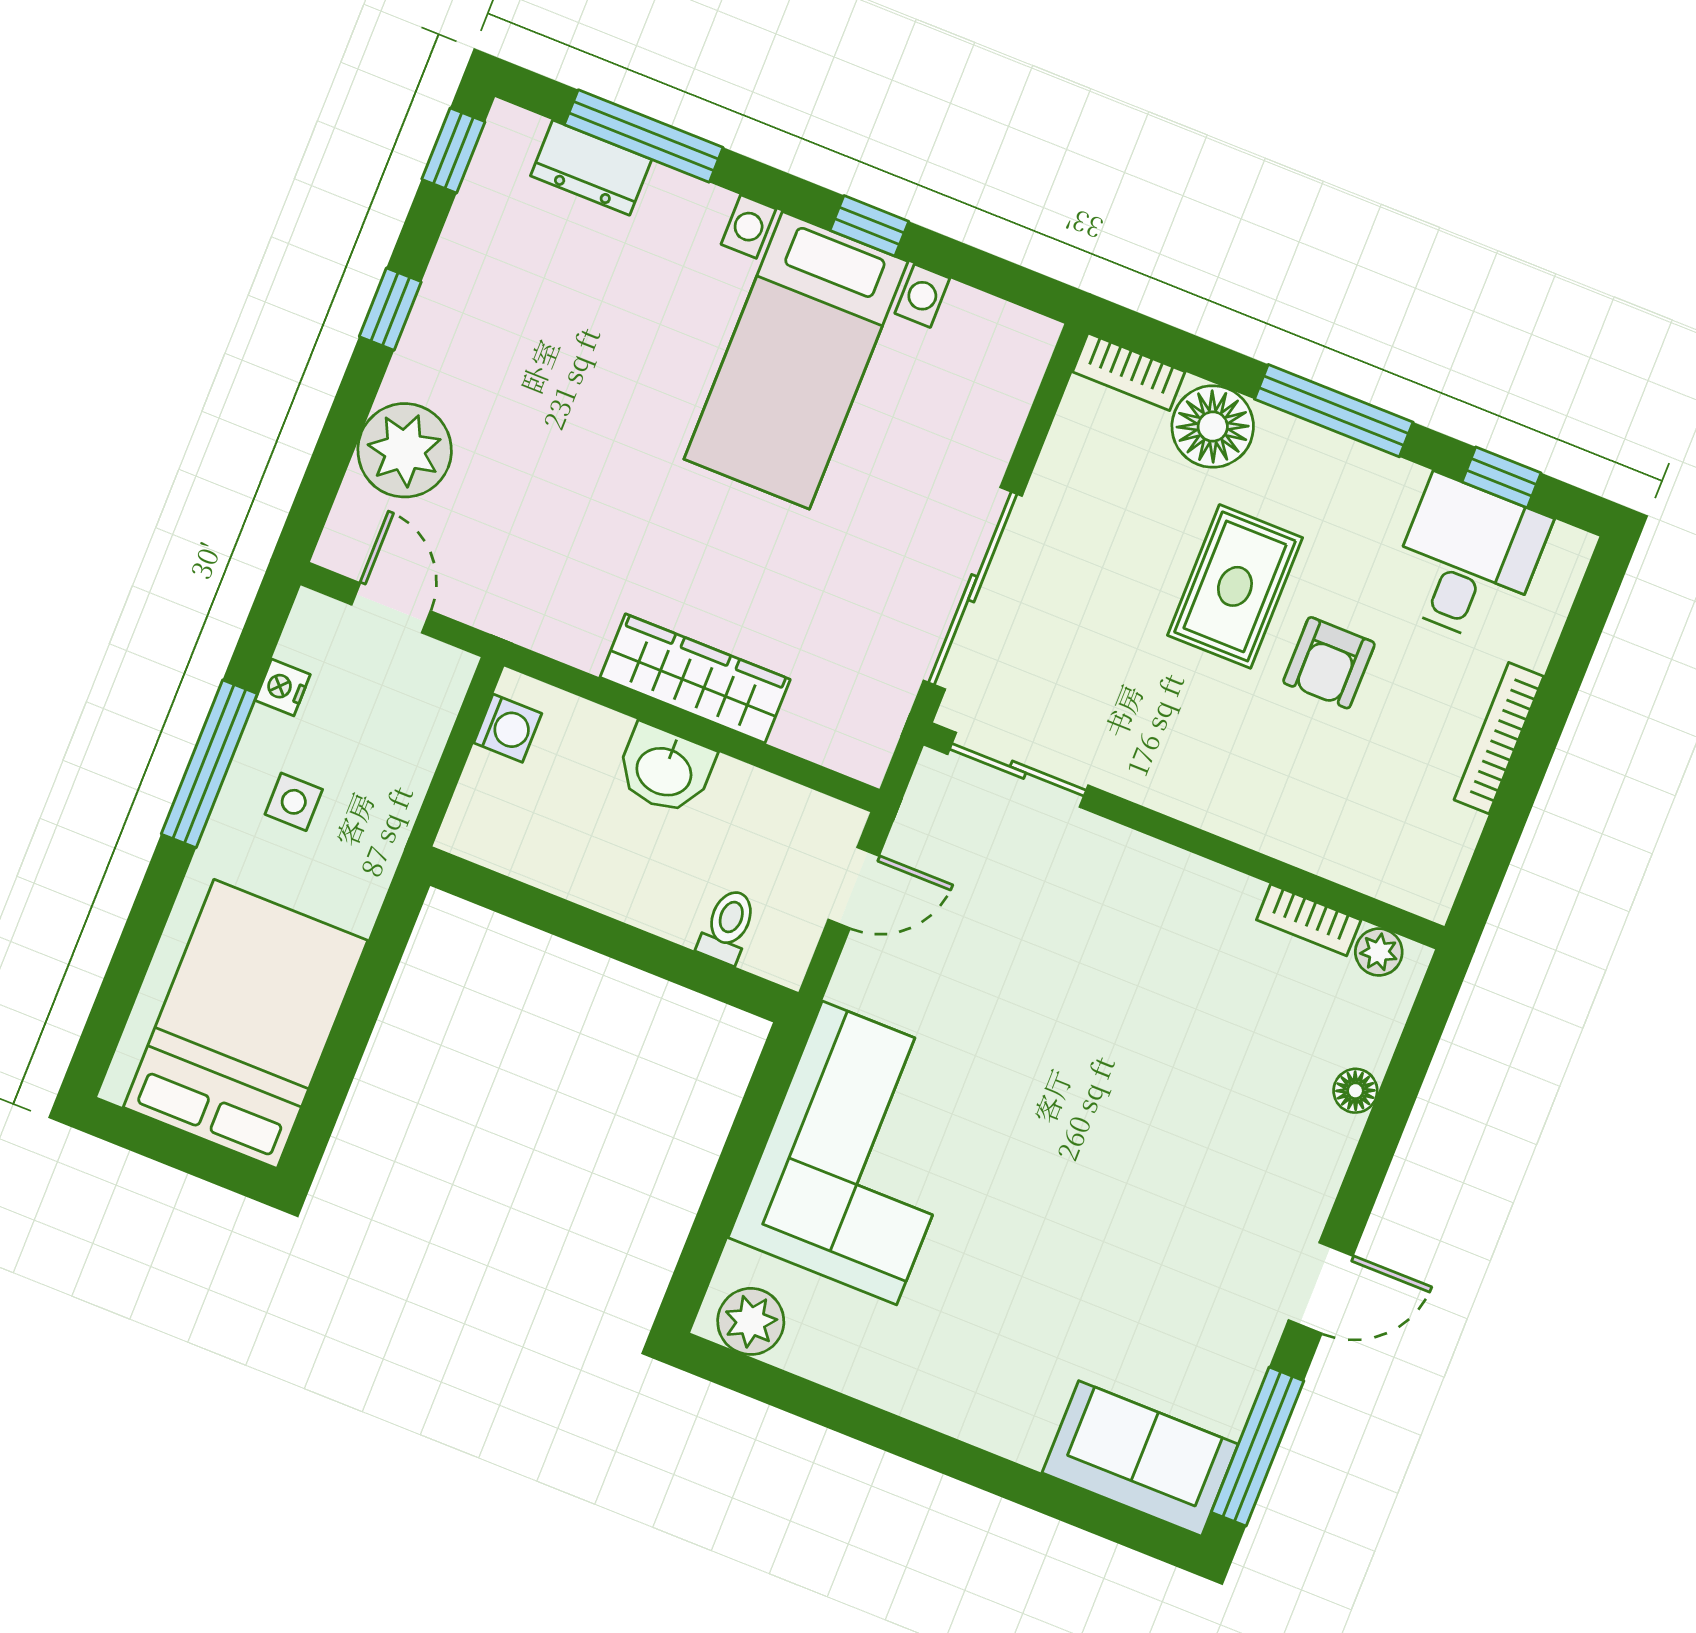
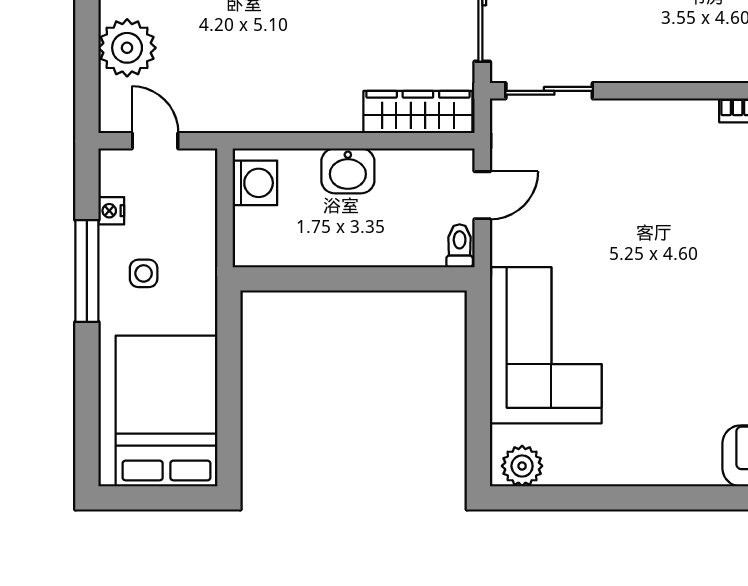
wardrobe: (695, 678) -> (418, 112), moved
washing machine: (508, 728) -> (255, 183), width x1.38, depth x1.38
toilet: (728, 926) -> (460, 246), moved

